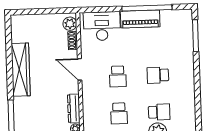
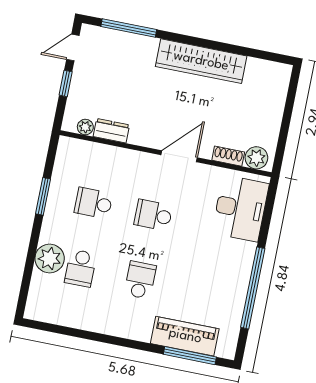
piano: (140, 19) -> (185, 336), moved, turned 90
dresser: (74, 108) -> (111, 131), width x0.70

